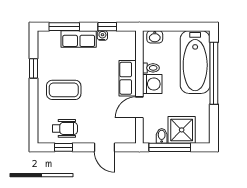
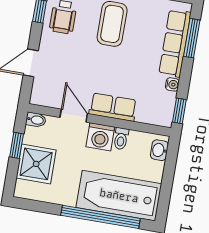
window: (107, 27) -> (179, 111), moved
row of seats: (79, 39) -> (175, 43), width x1.48
bidet: (162, 136) -> (36, 120), moved
window: (170, 147) -> (17, 145), width x0.46

